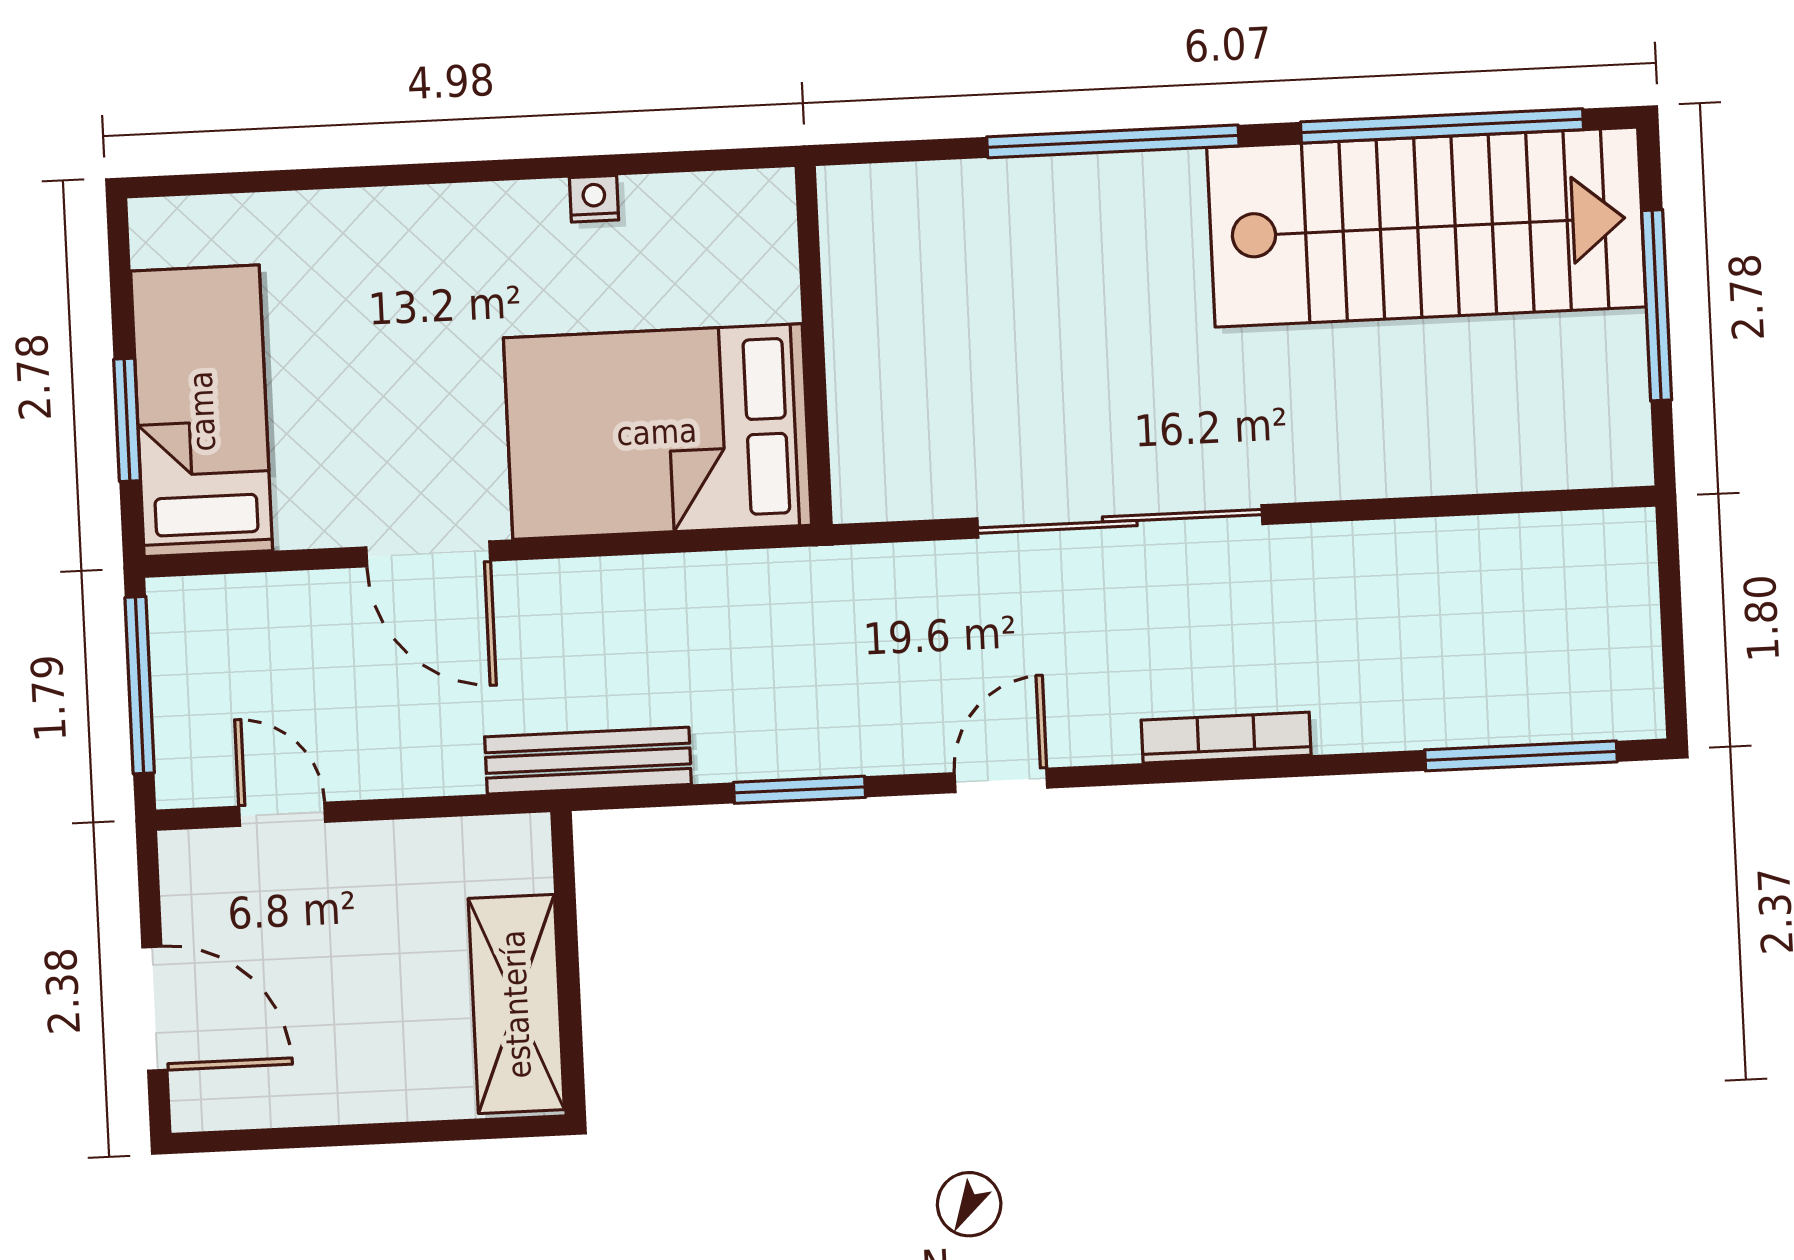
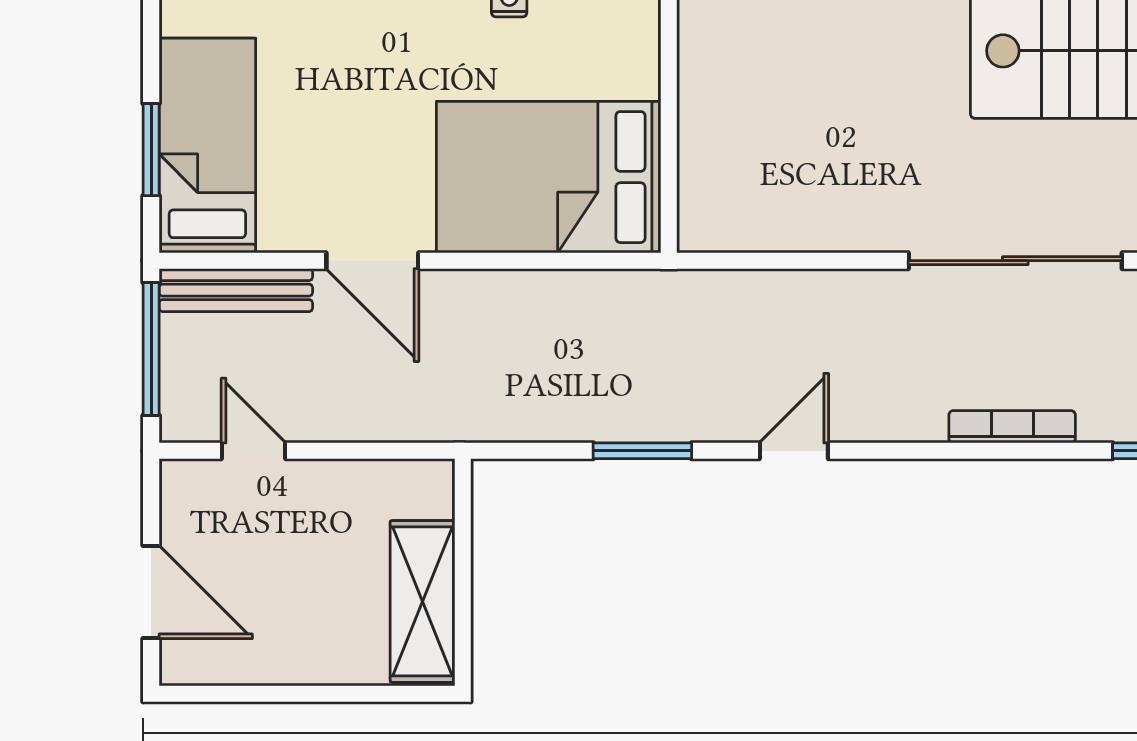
sliding door: (1120, 521) -> (1015, 261), moved
bookcase: (1226, 738) -> (1012, 427), moved
bench: (588, 761) -> (236, 290), moved

